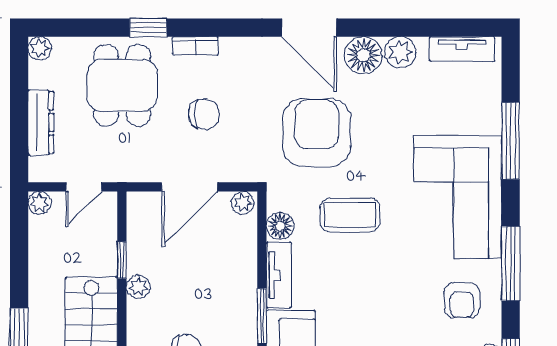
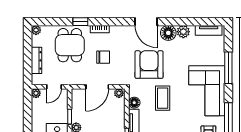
coffee table: (350, 215) -> (163, 98), turned 90

